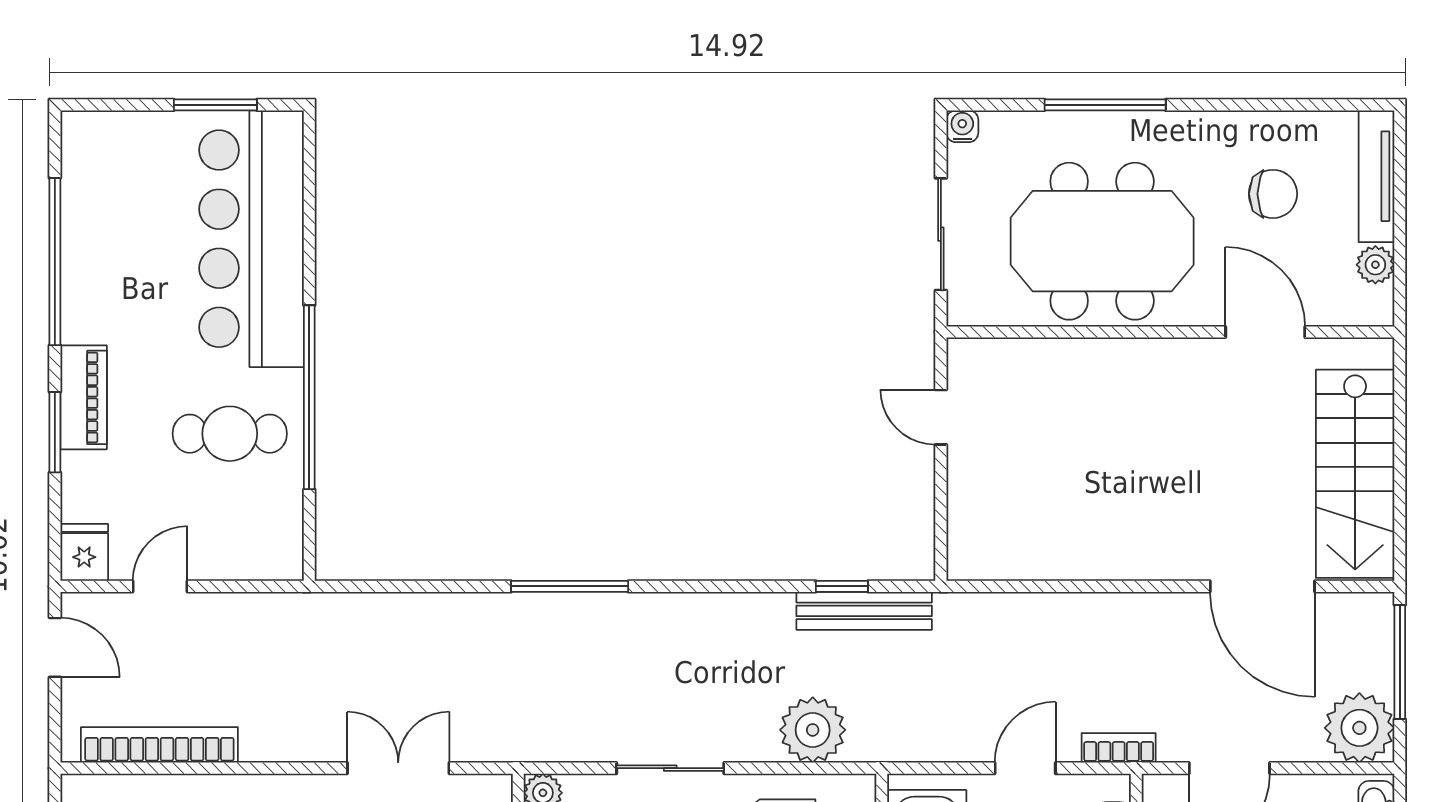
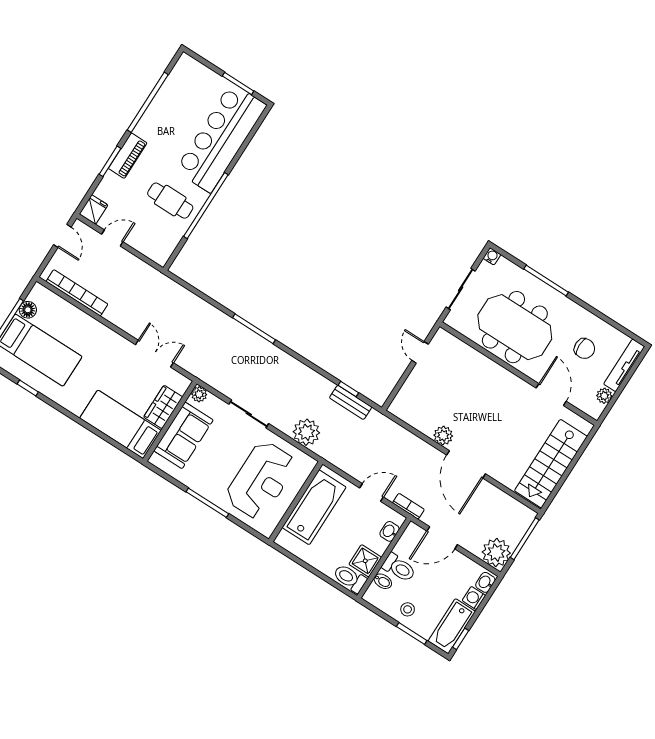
plant: (1097, 558) -> (443, 436), added
door: (1262, 586) -> (466, 464), moved
bench: (864, 611) -> (351, 402), width x0.73

